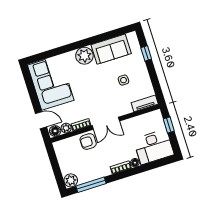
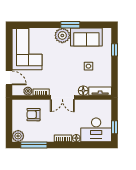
window: (89, 41) -> (70, 25), added
window: (169, 125) -> (114, 127), moved
floor lamp: (55, 131) -> (83, 91), moved
armchair: (88, 142) -> (33, 115), moved

